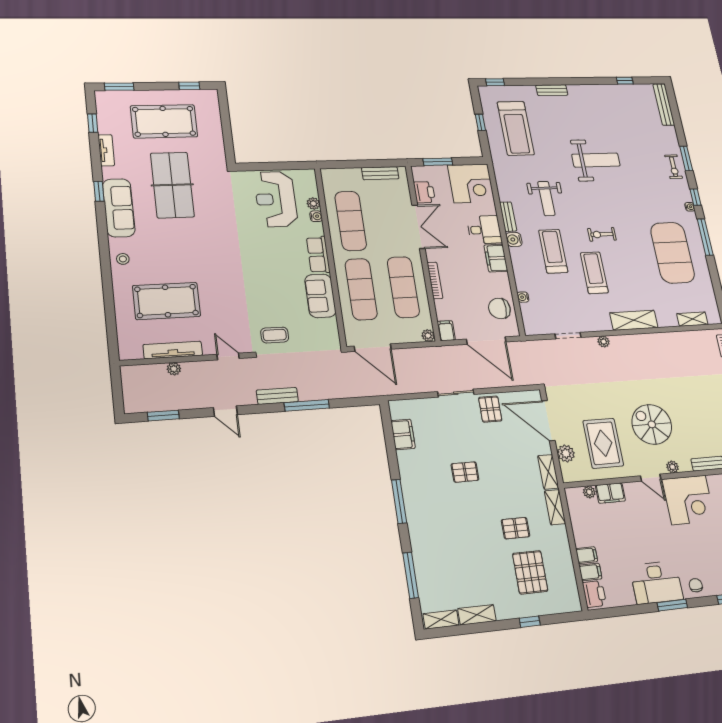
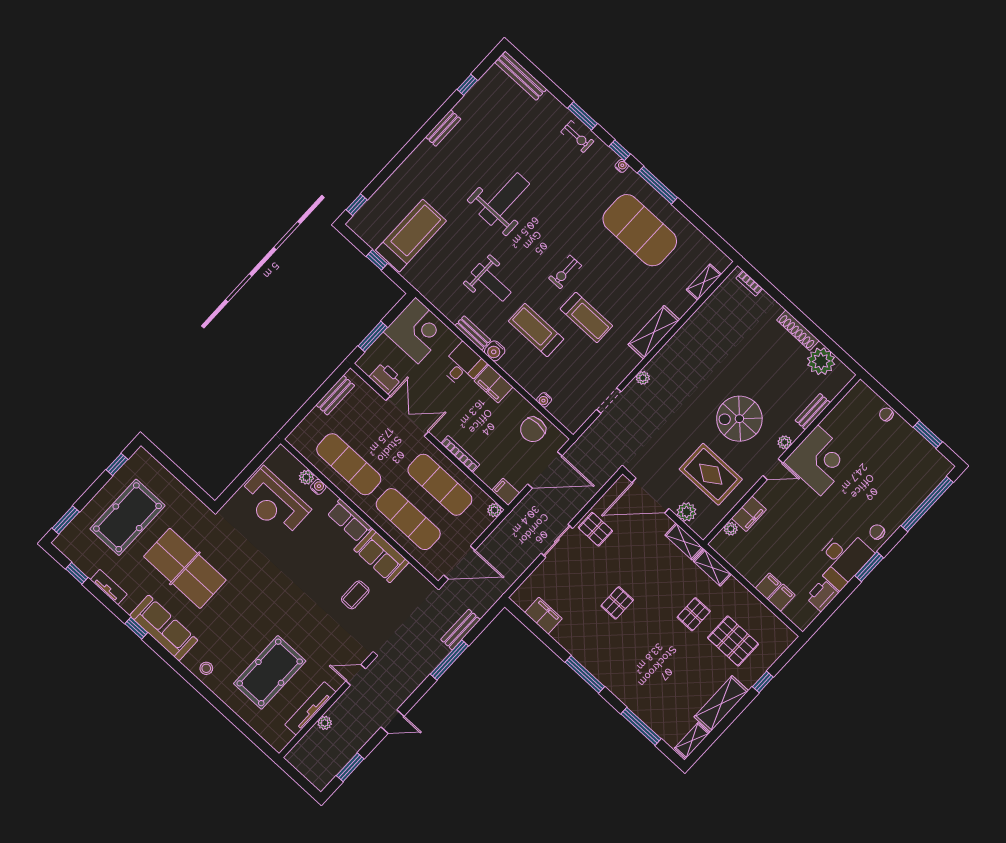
bench: (552, 90) -> (443, 128), moved
treadmill: (516, 128) -> (411, 236), turned -90
treadmill: (594, 273) -> (586, 317), turned 180
coffee table: (275, 335) -> (355, 595), moved
bench: (277, 396) -> (460, 630), moved
printer: (594, 594) -> (822, 595), moved, turned -90
shelving: (477, 615) -> (721, 704), width x1.50, depth x1.33

